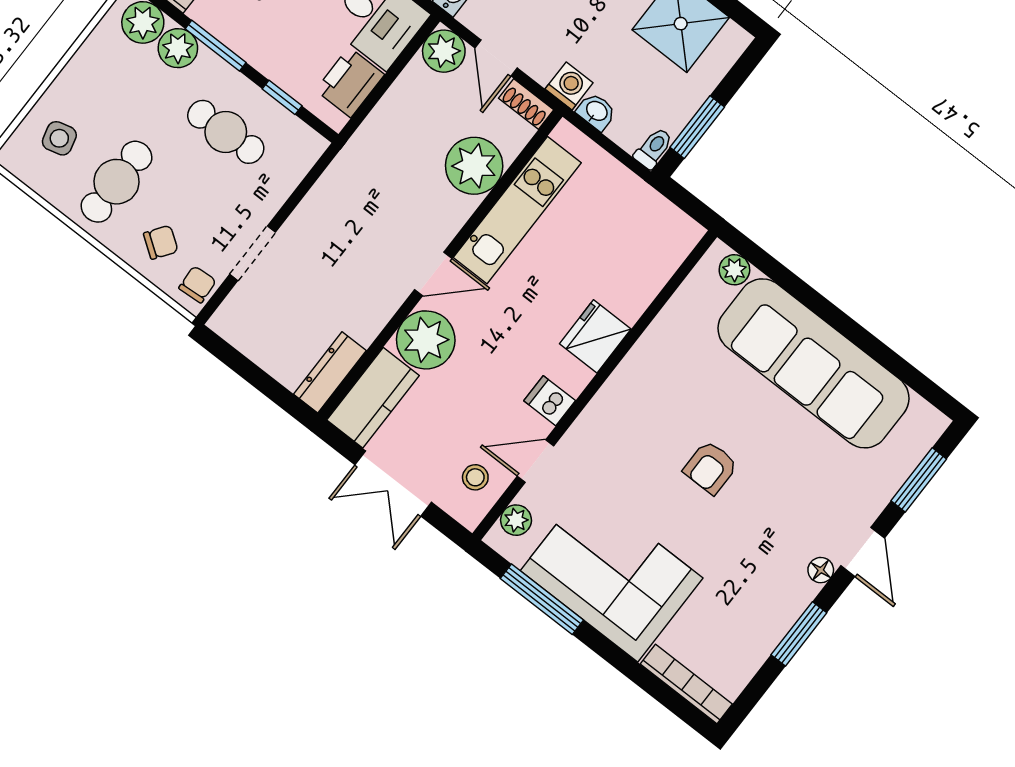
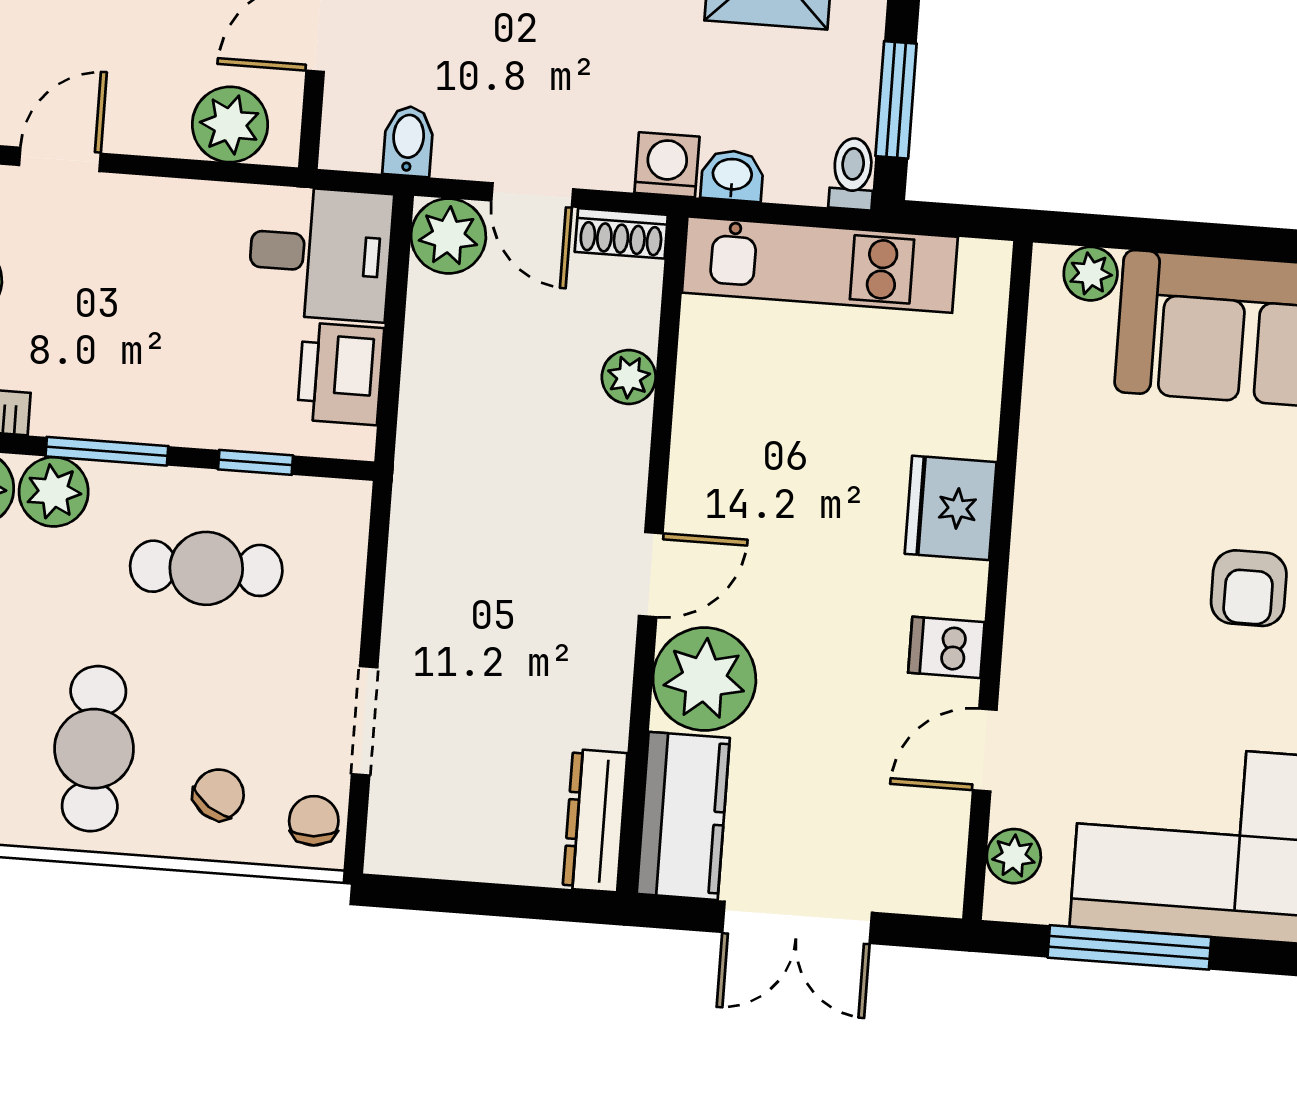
plant: (474, 166) -> (629, 377), width x0.53, depth x0.53
kitchen unit: (517, 210) -> (820, 265), moved, turned 90
stool: (475, 477) -> (912, 833), removed

